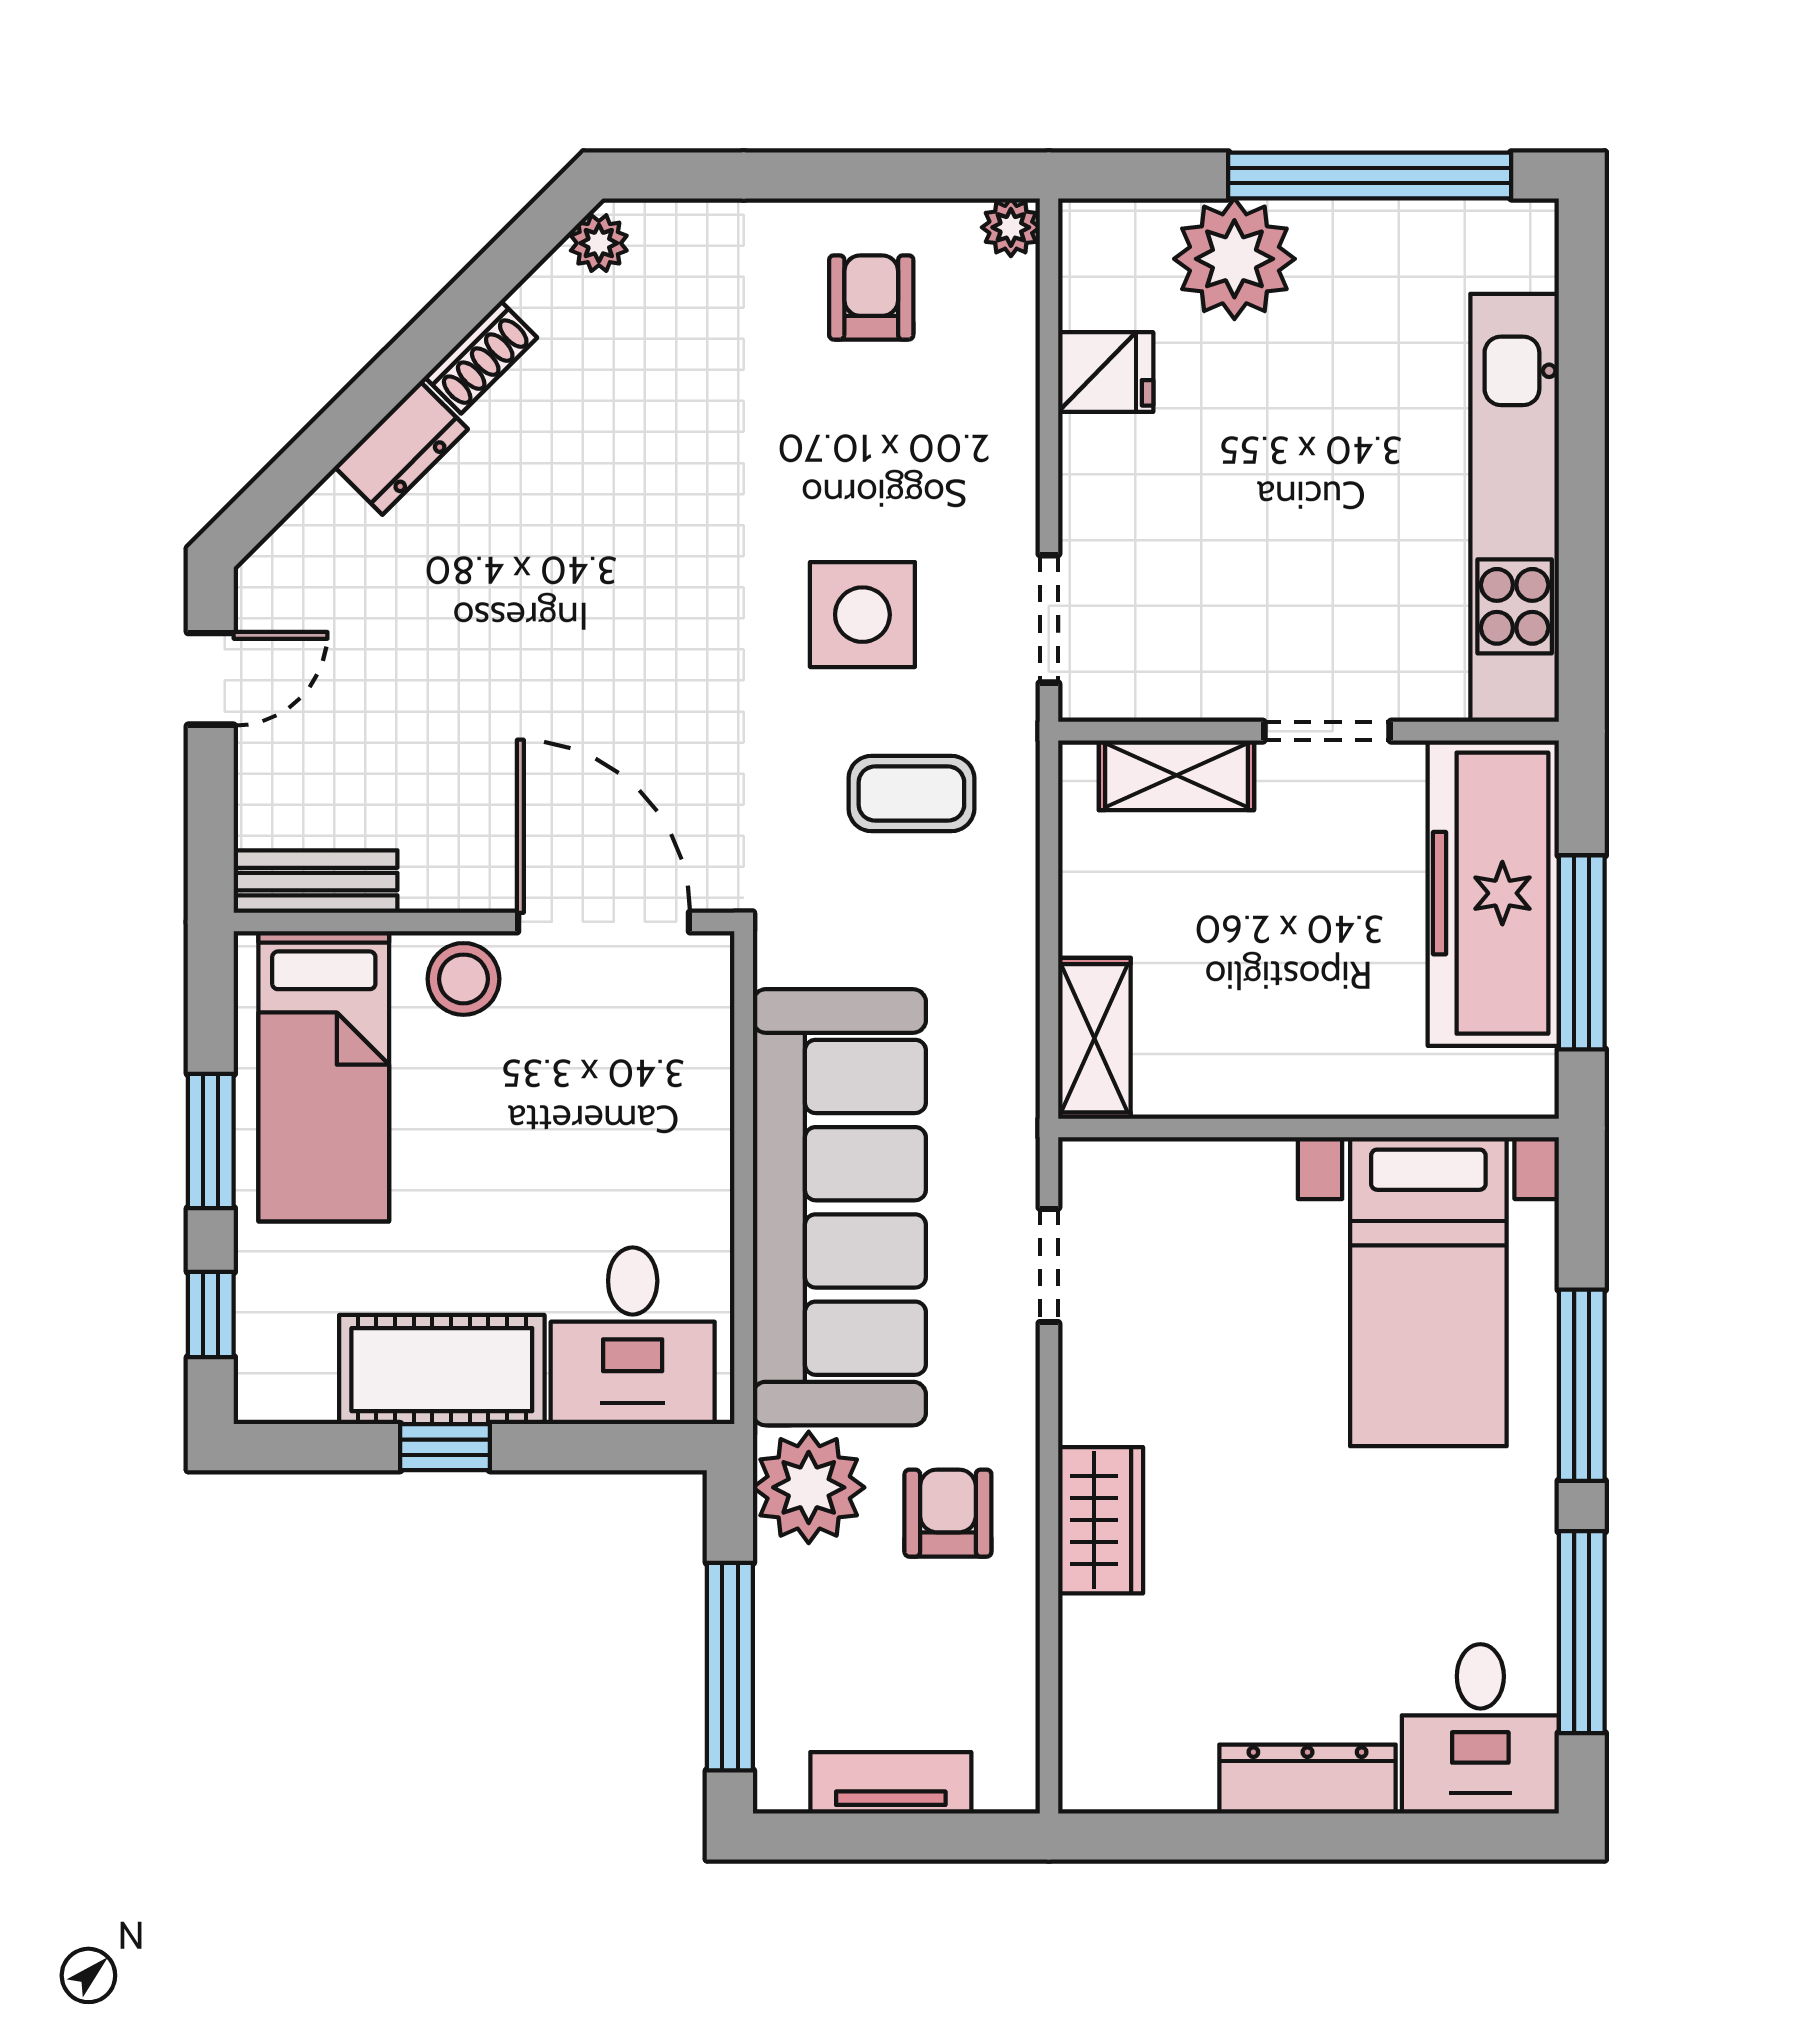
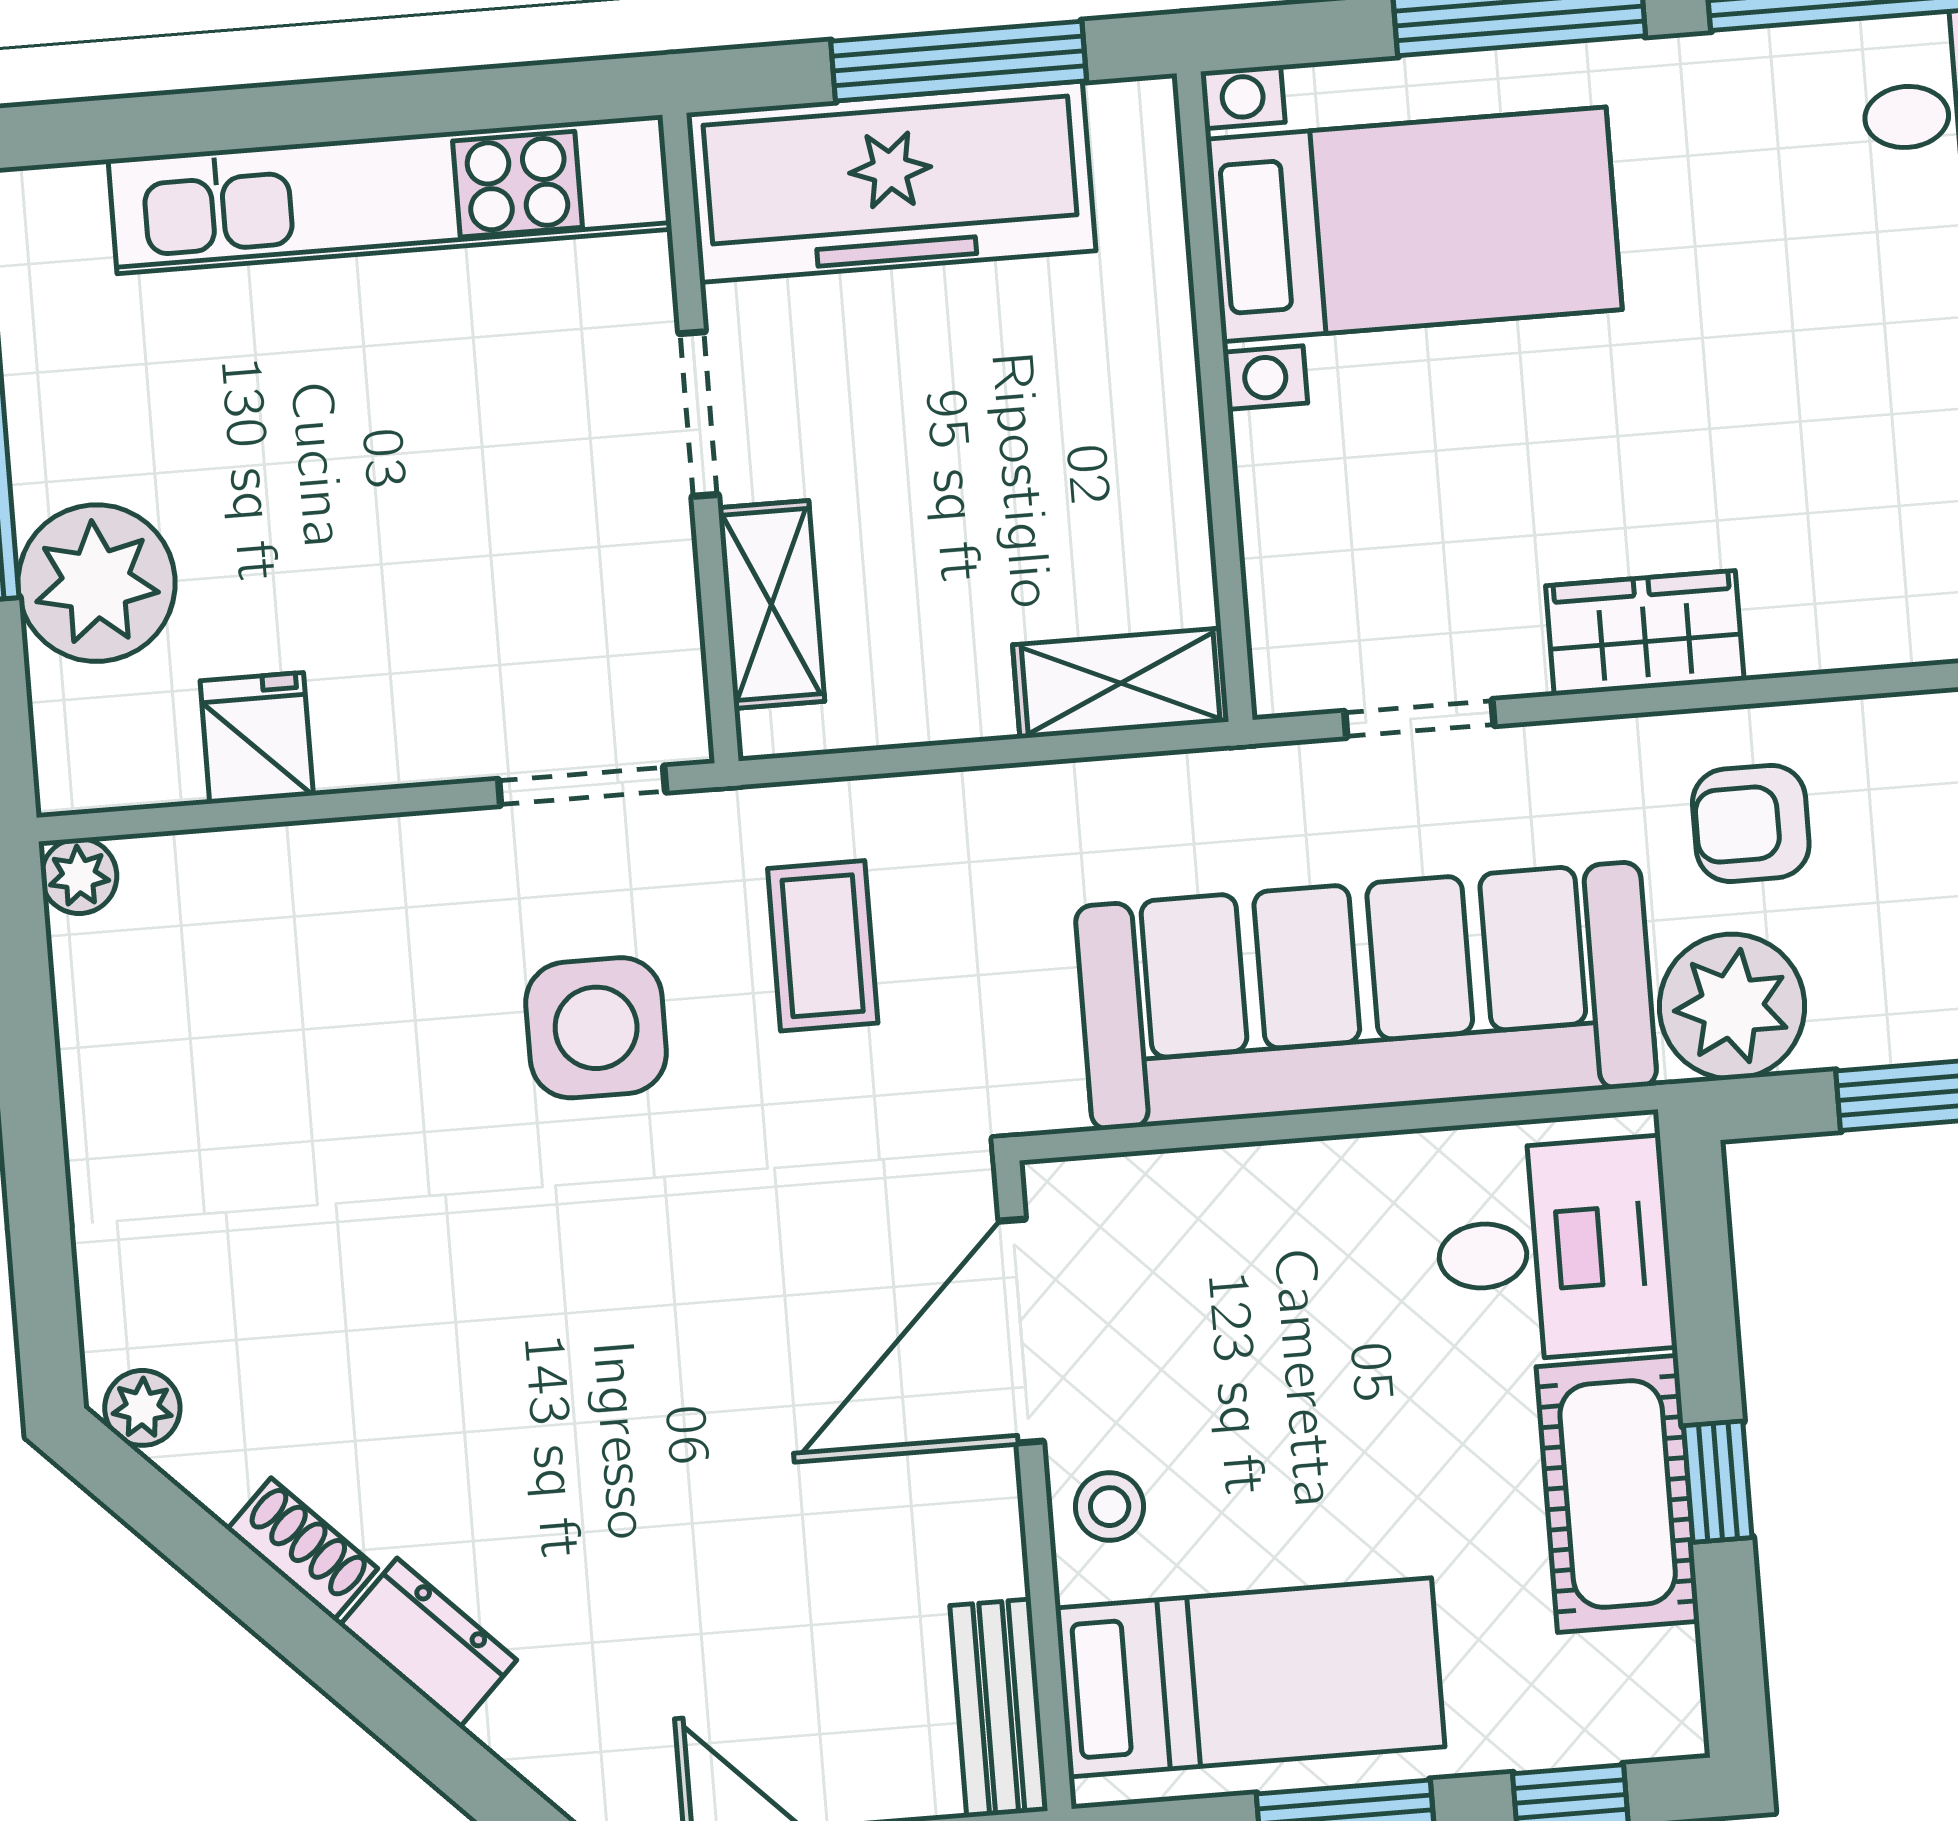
armchair: (871, 297) -> (184, 1049), removed
stool: (463, 979) -> (1110, 1507), width x0.73, depth x0.73
wardrobe: (1101, 1520) -> (1645, 633), moved

